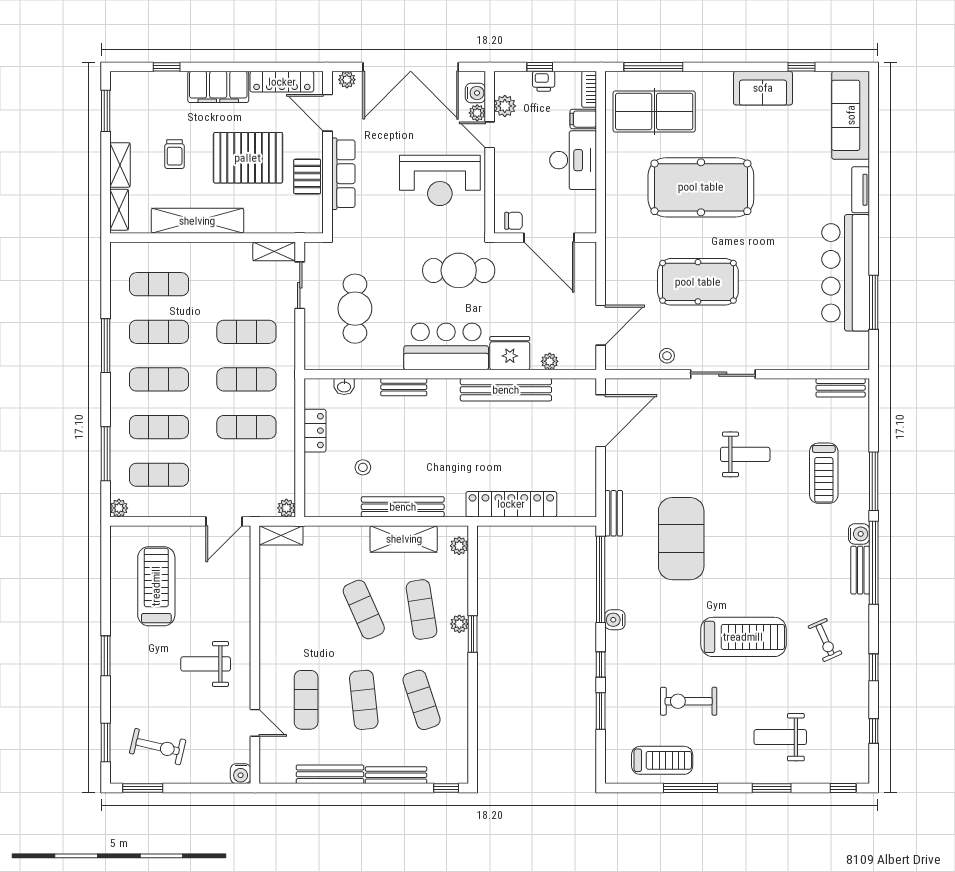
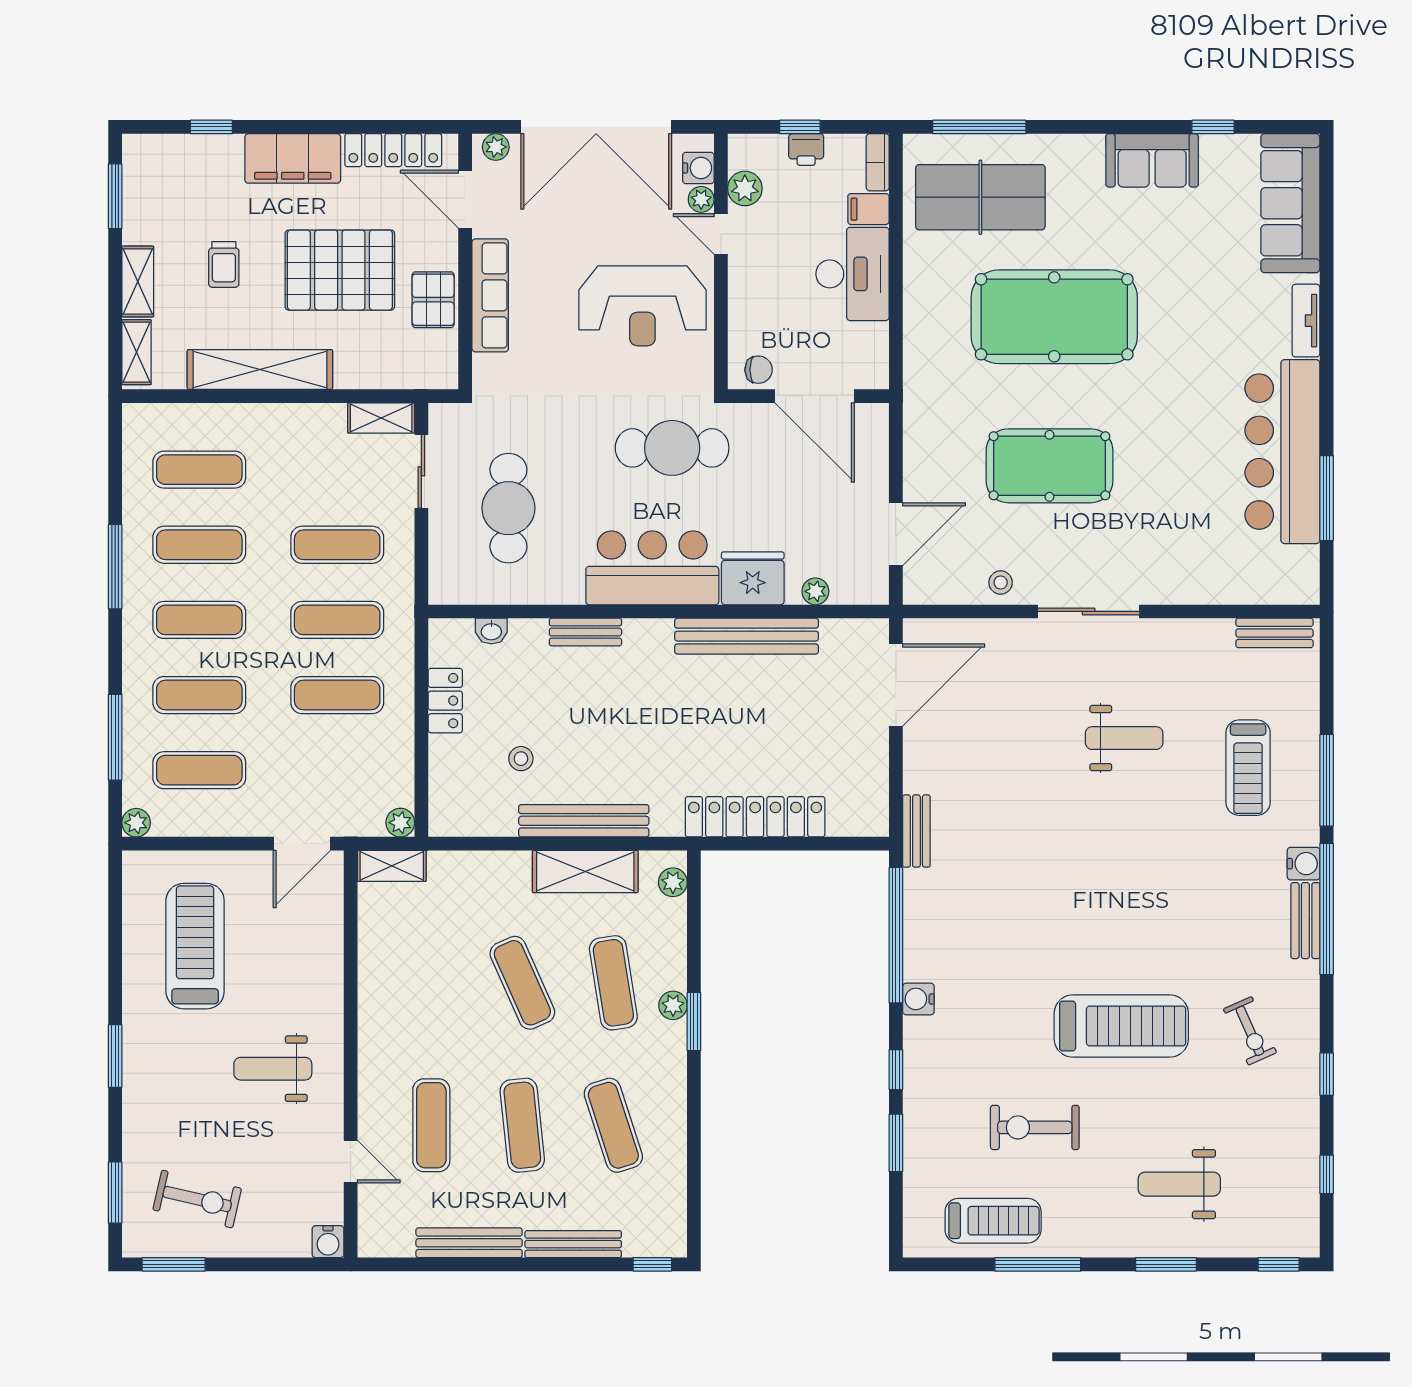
exercise mat: (681, 539) -> (1023, 871), removed

